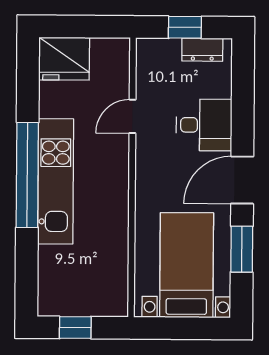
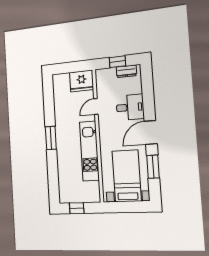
fridge: (64, 59) -> (82, 81), moved
window: (27, 175) -> (51, 138), width x0.47
kitchen unit: (56, 181) -> (89, 151), moved, turned 180

